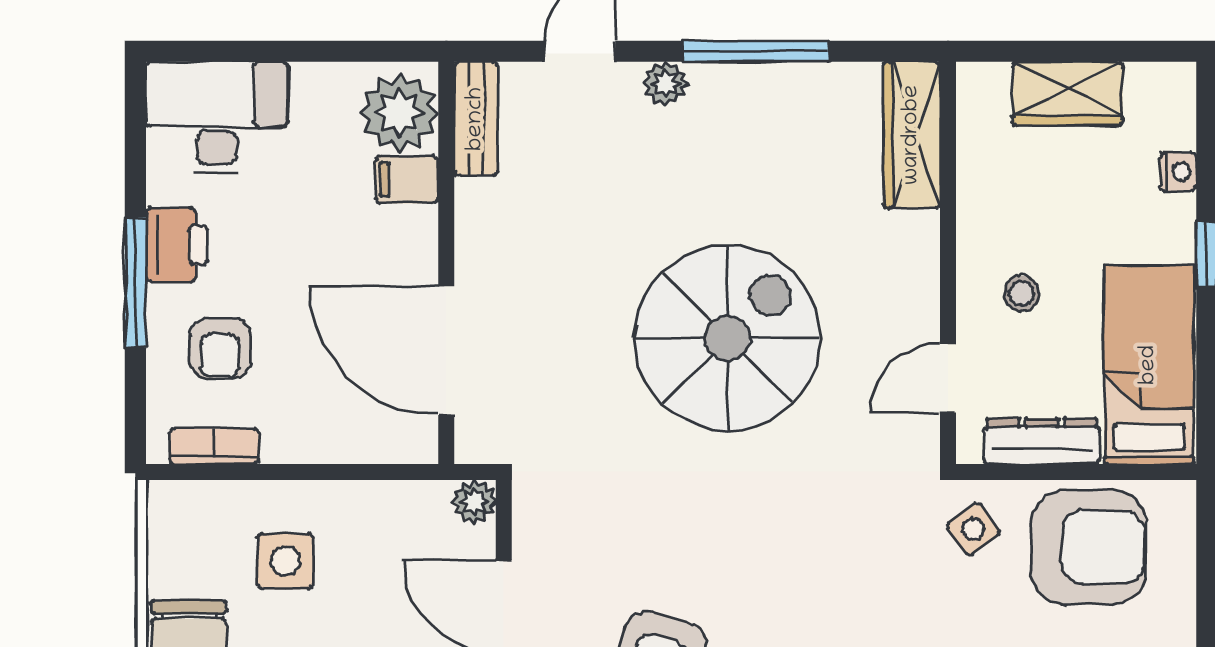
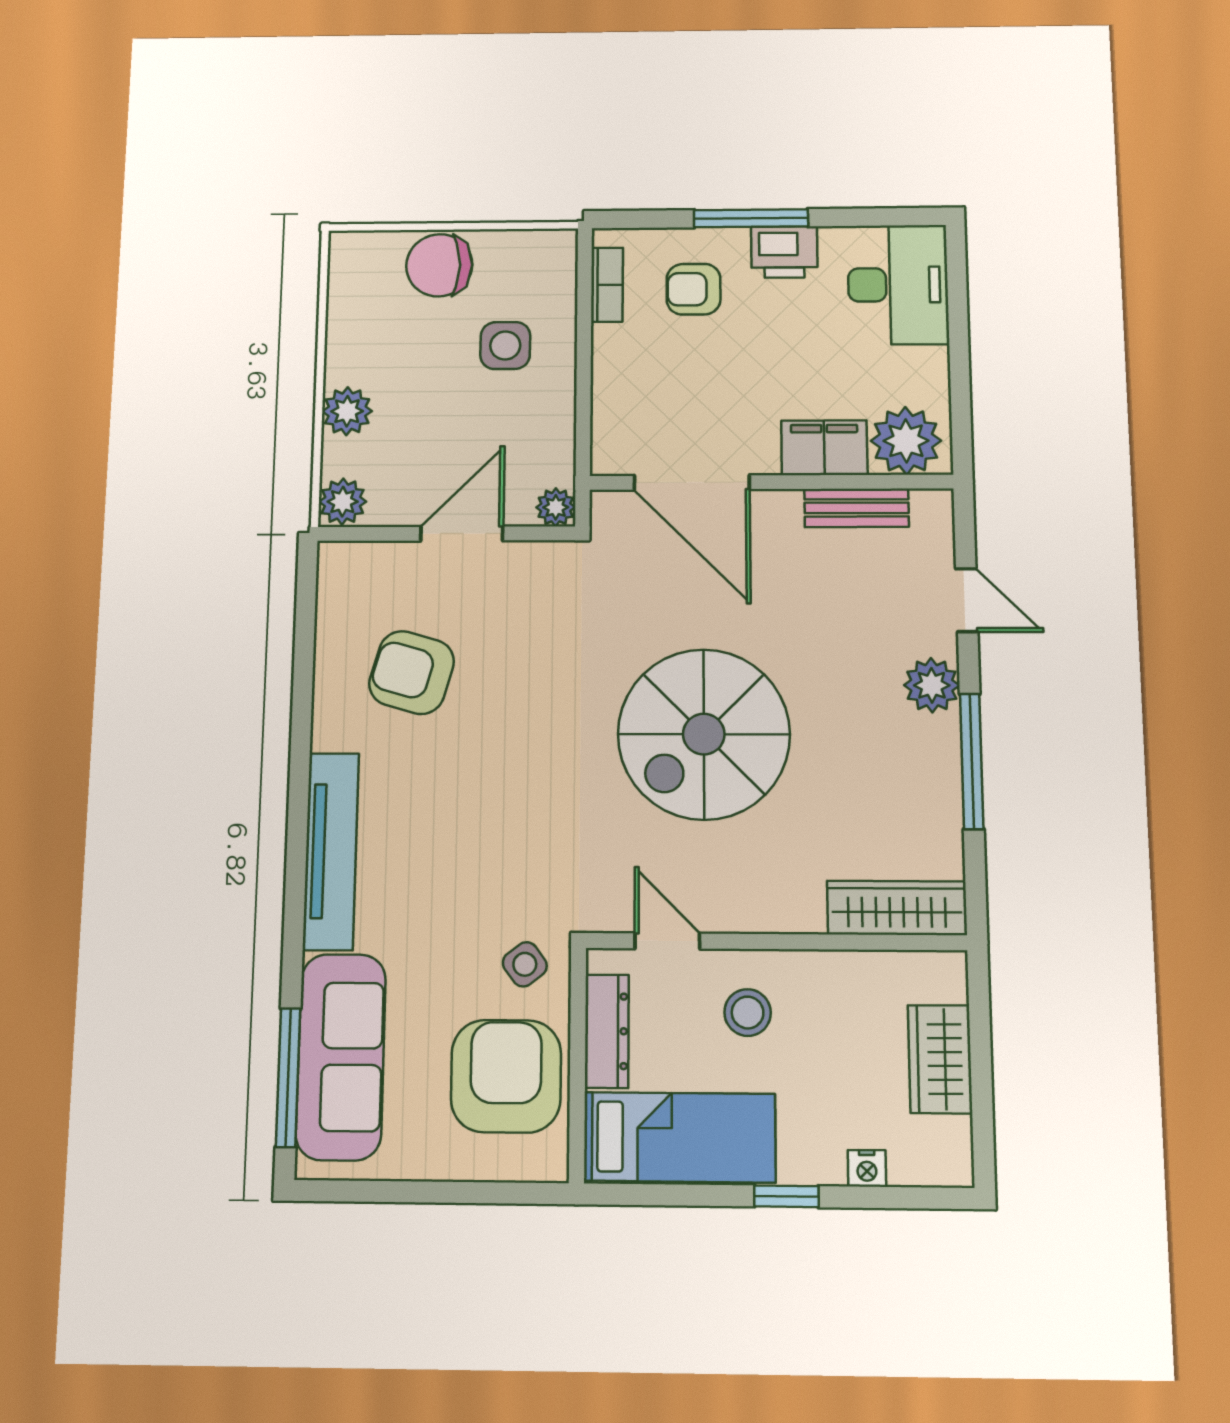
plant: (666, 83) -> (932, 685), width x1.38, depth x1.38
bench: (476, 119) -> (857, 508), moved
filing cabinet: (407, 180) -> (824, 448), width x2.00
stool: (1022, 293) -> (748, 1013), width x1.37, depth x1.37
spiral stairs: (727, 338) -> (704, 734), turned 90
door: (446, 351) -> (692, 483), swing flipped
armchair: (1089, 547) -> (506, 1076), turned 180

